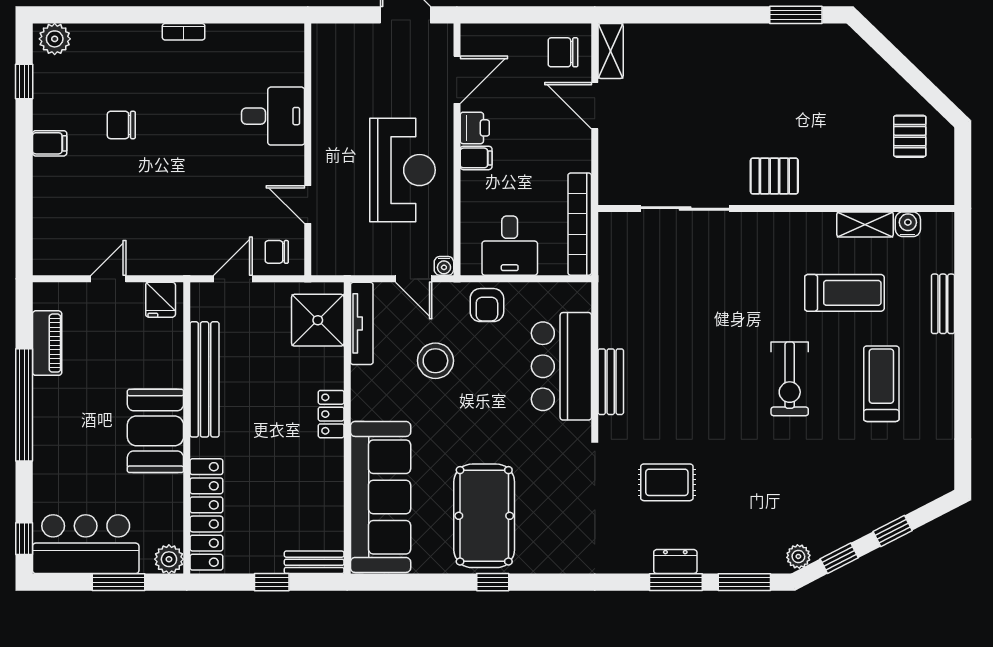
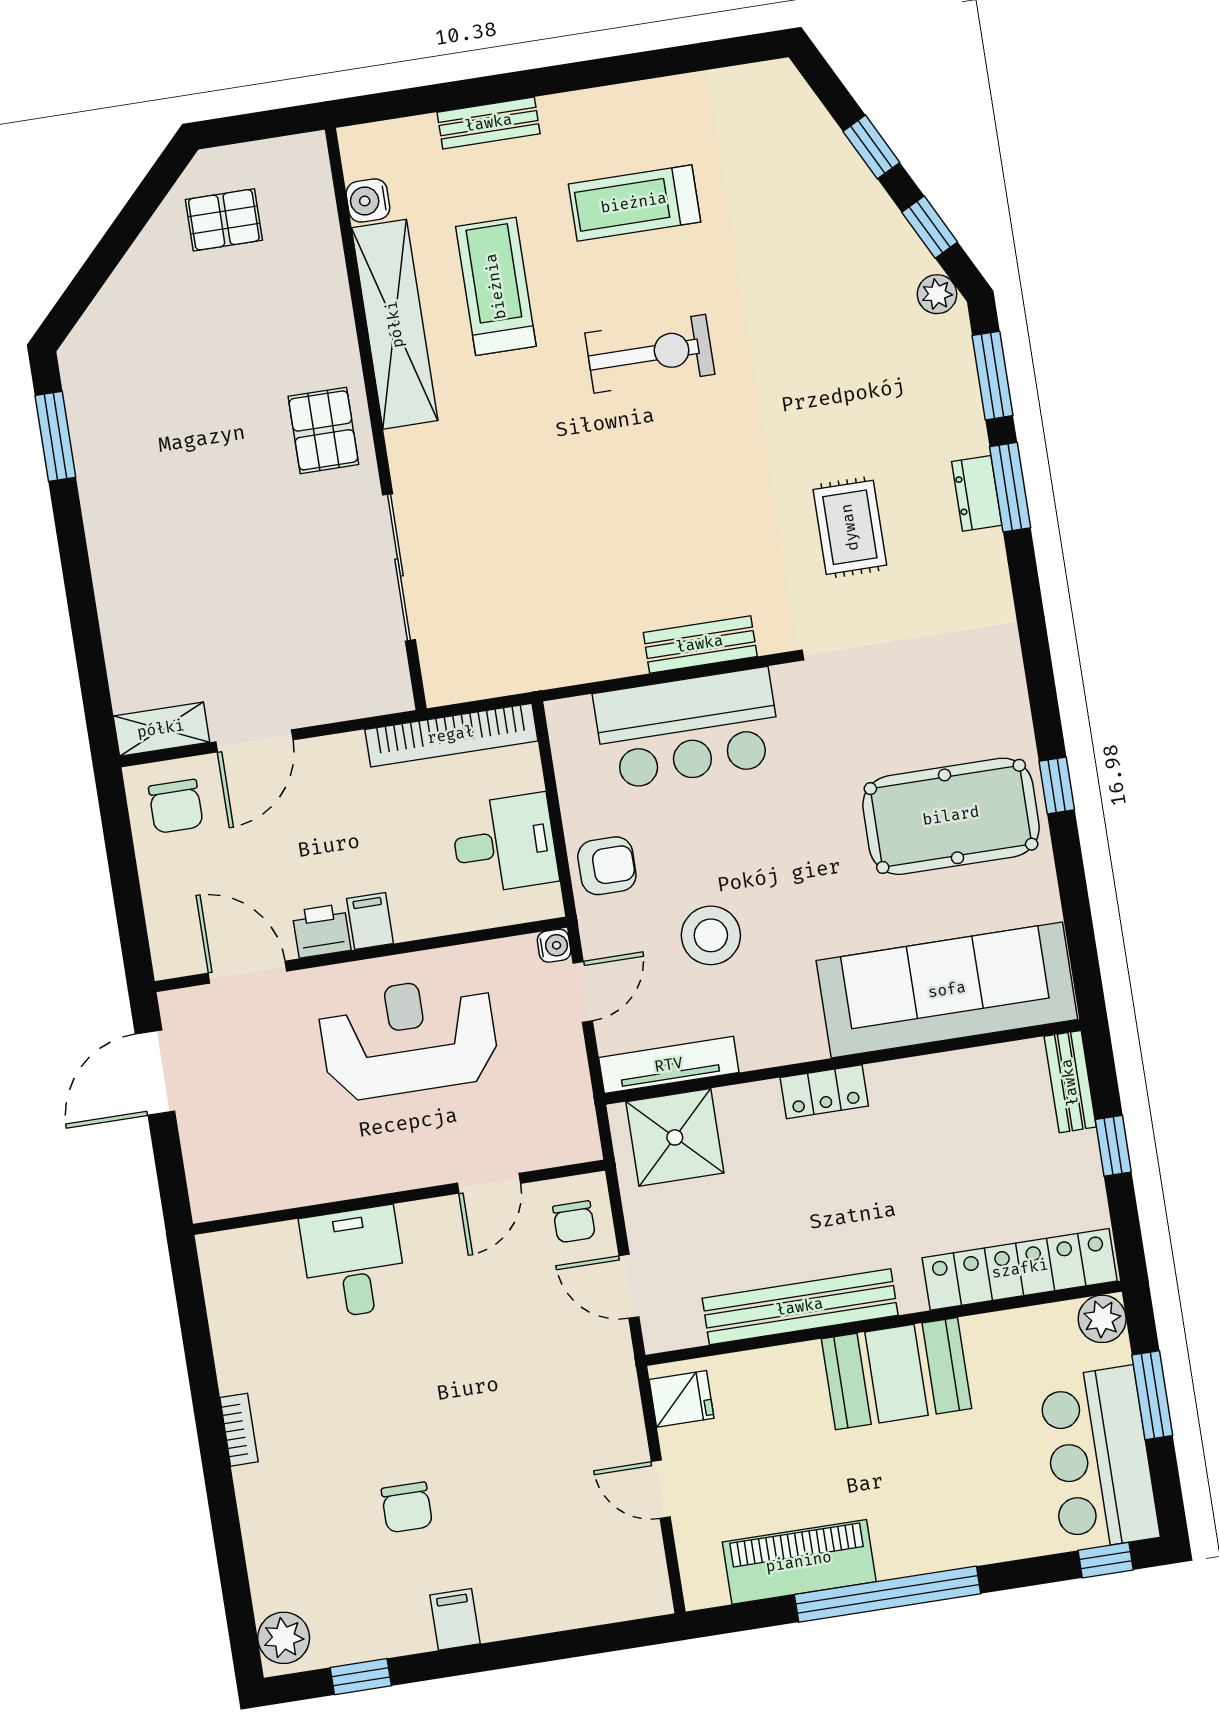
shelving: (865, 224) -> (395, 324), width x2.20, depth x1.33
piano: (47, 343) -> (799, 1562), width x1.37, depth x1.33

